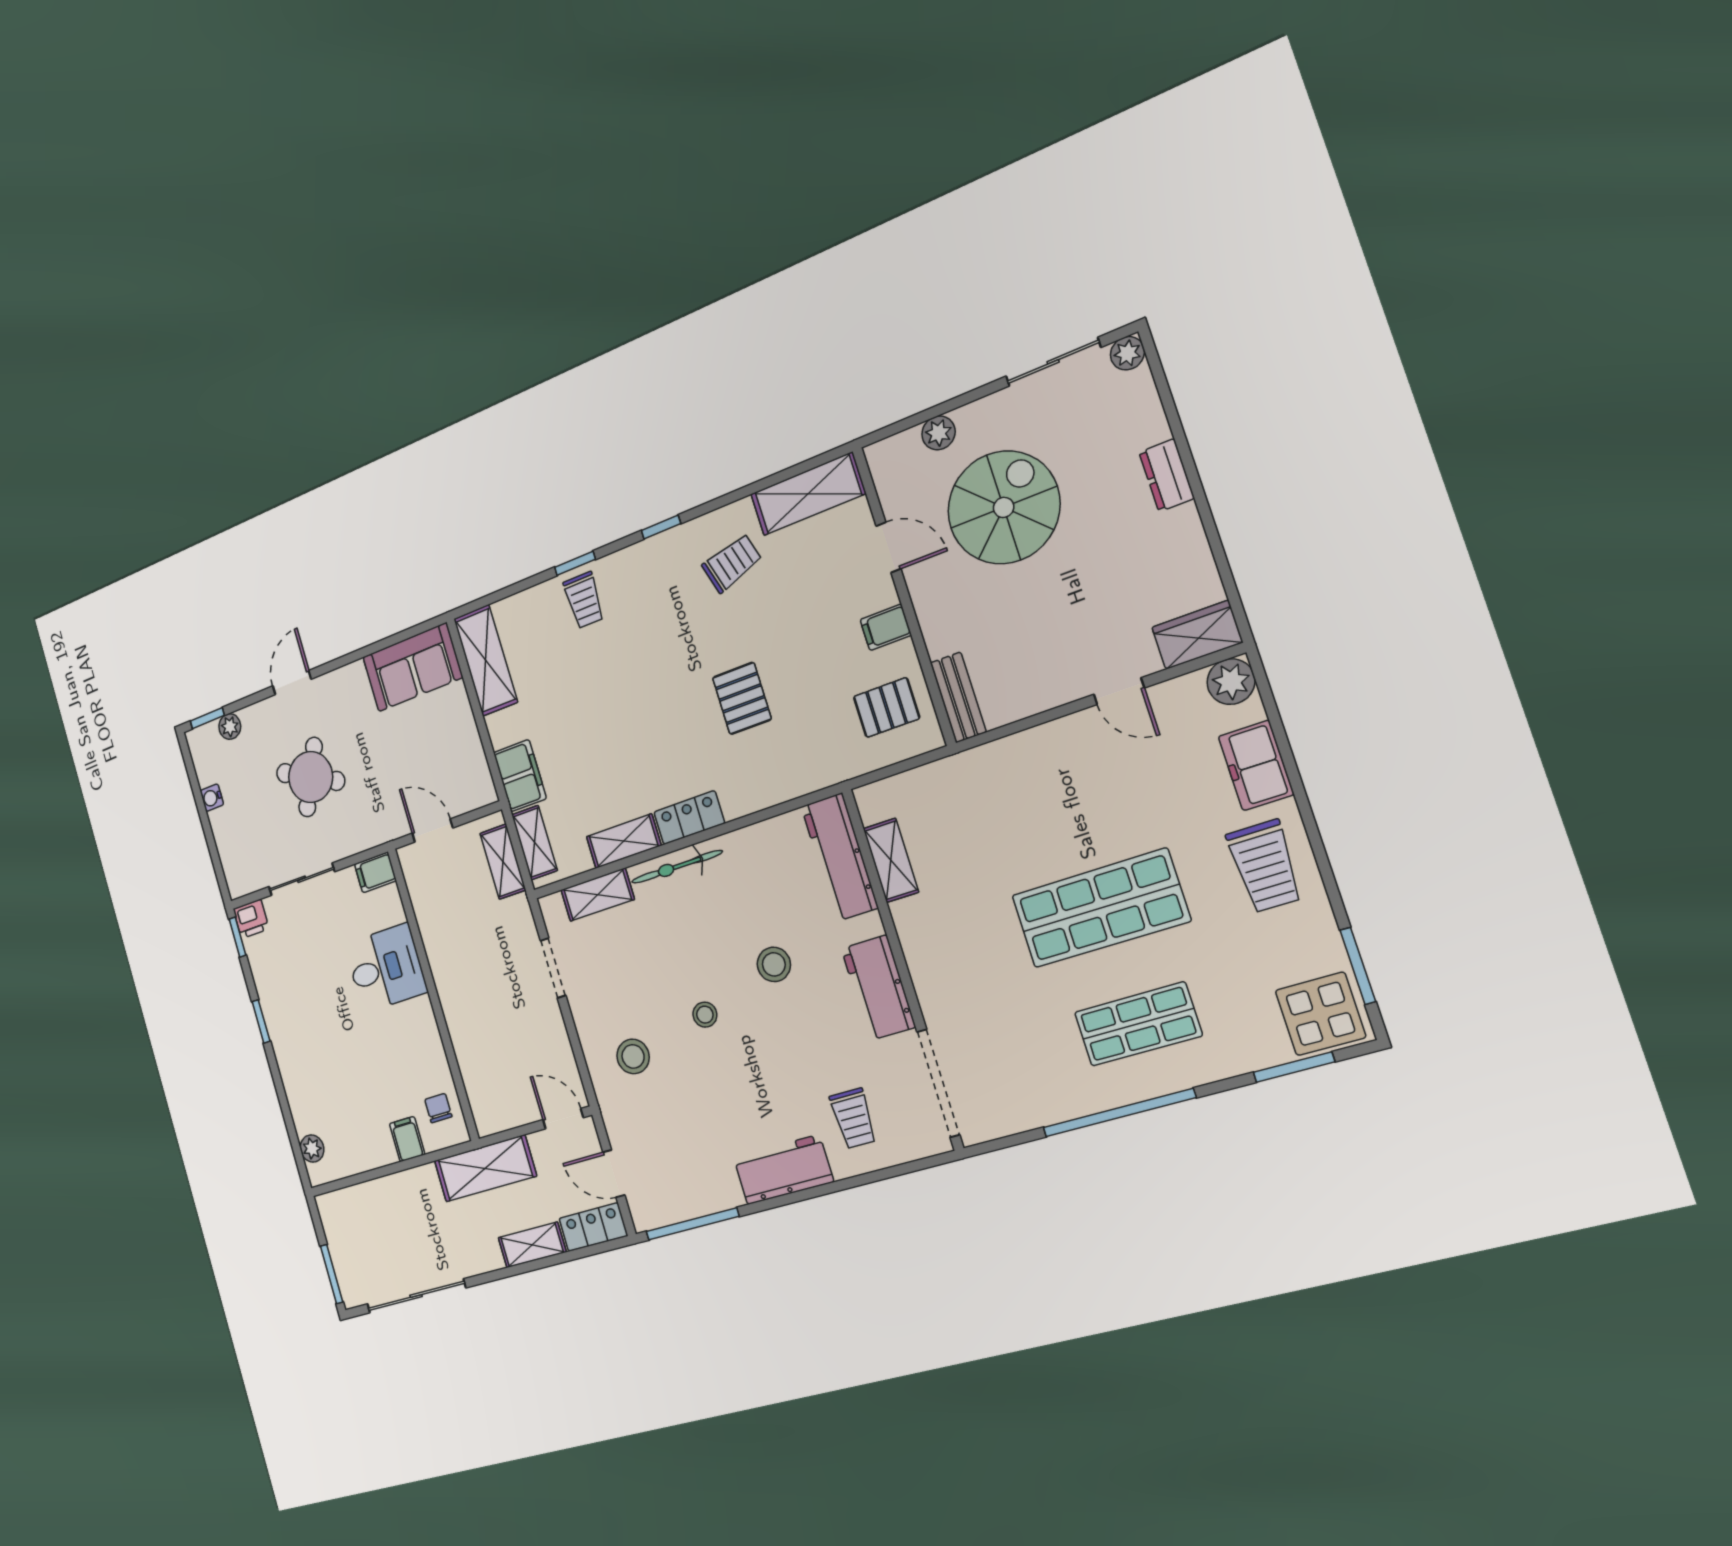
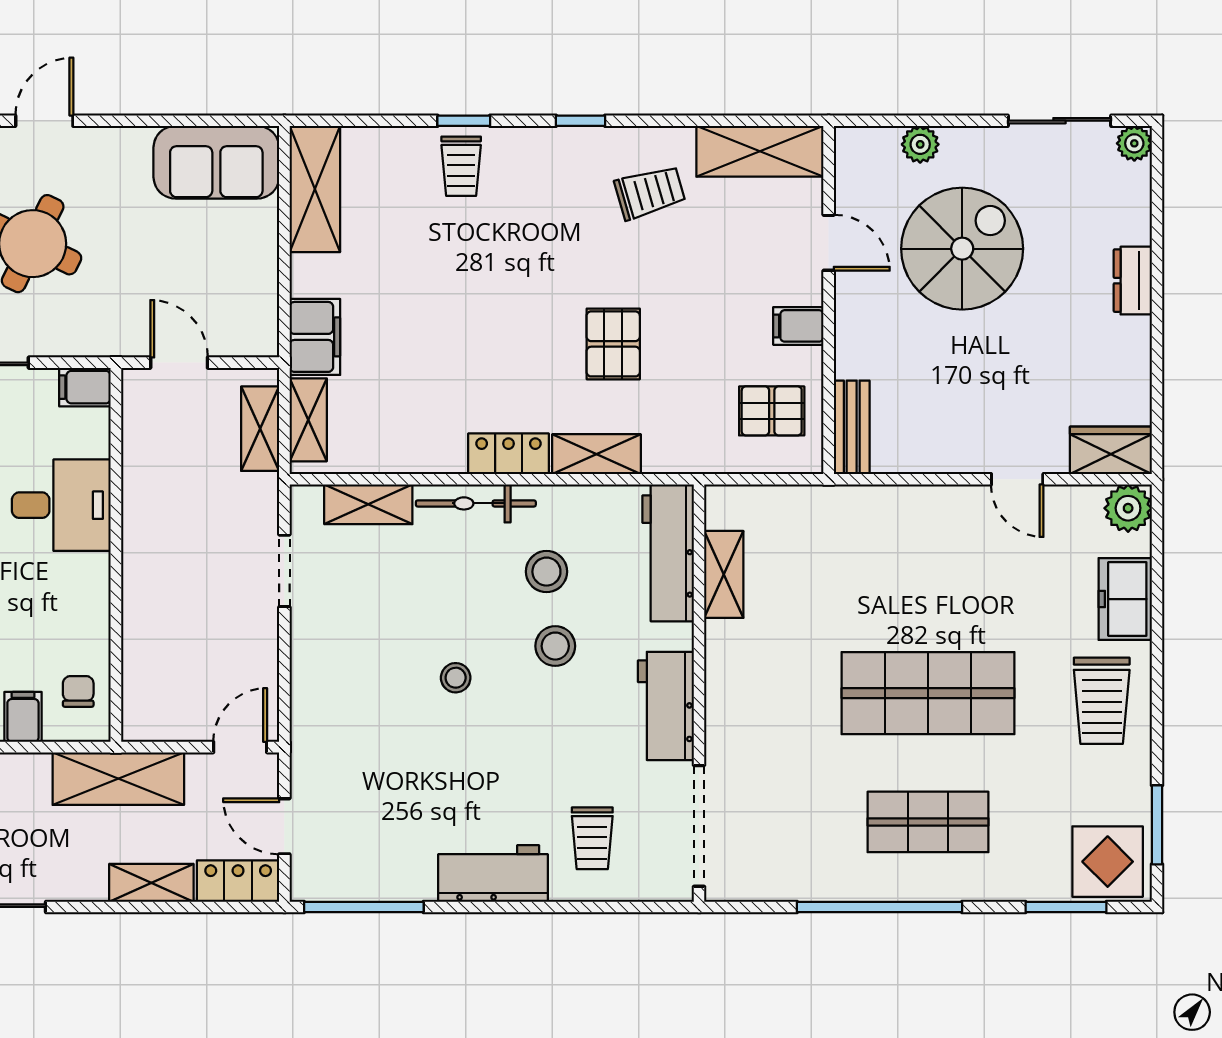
shelving: (624, 841) -> (596, 454), moved
stool: (633, 1056) -> (546, 572), moved
door: (563, 1119) -> (240, 747), hinge flipped

